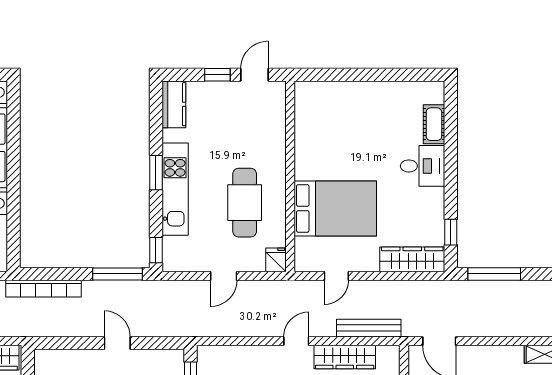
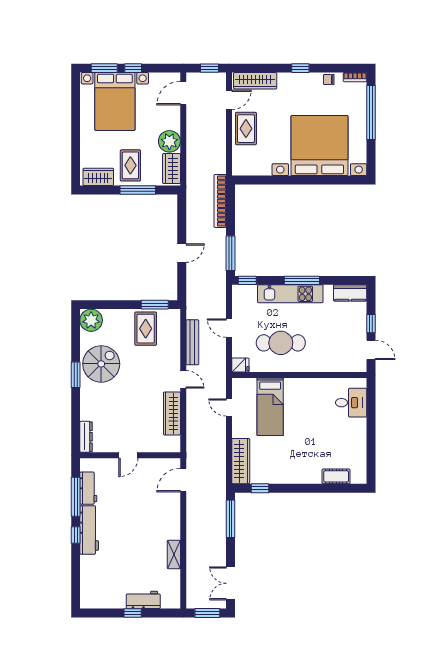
desk: (423, 166) -> (351, 403), moved, turned -90
window: (156, 173) -> (302, 280), width x1.44
bed: (335, 208) -> (270, 407), width x0.67
bench: (369, 328) -> (192, 342), moved

